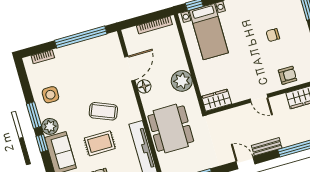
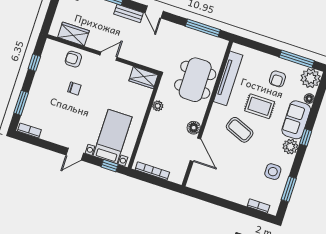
chair: (273, 35) -> (74, 88), moved
window: (81, 37) -> (218, 201), removed
door: (130, 68) -> (195, 150), swing flipped
plant: (182, 81) -> (158, 106), width x0.53, depth x0.53
door: (259, 98) -> (109, 56), hinge flipped
window: (34, 115) -> (289, 189), moved

